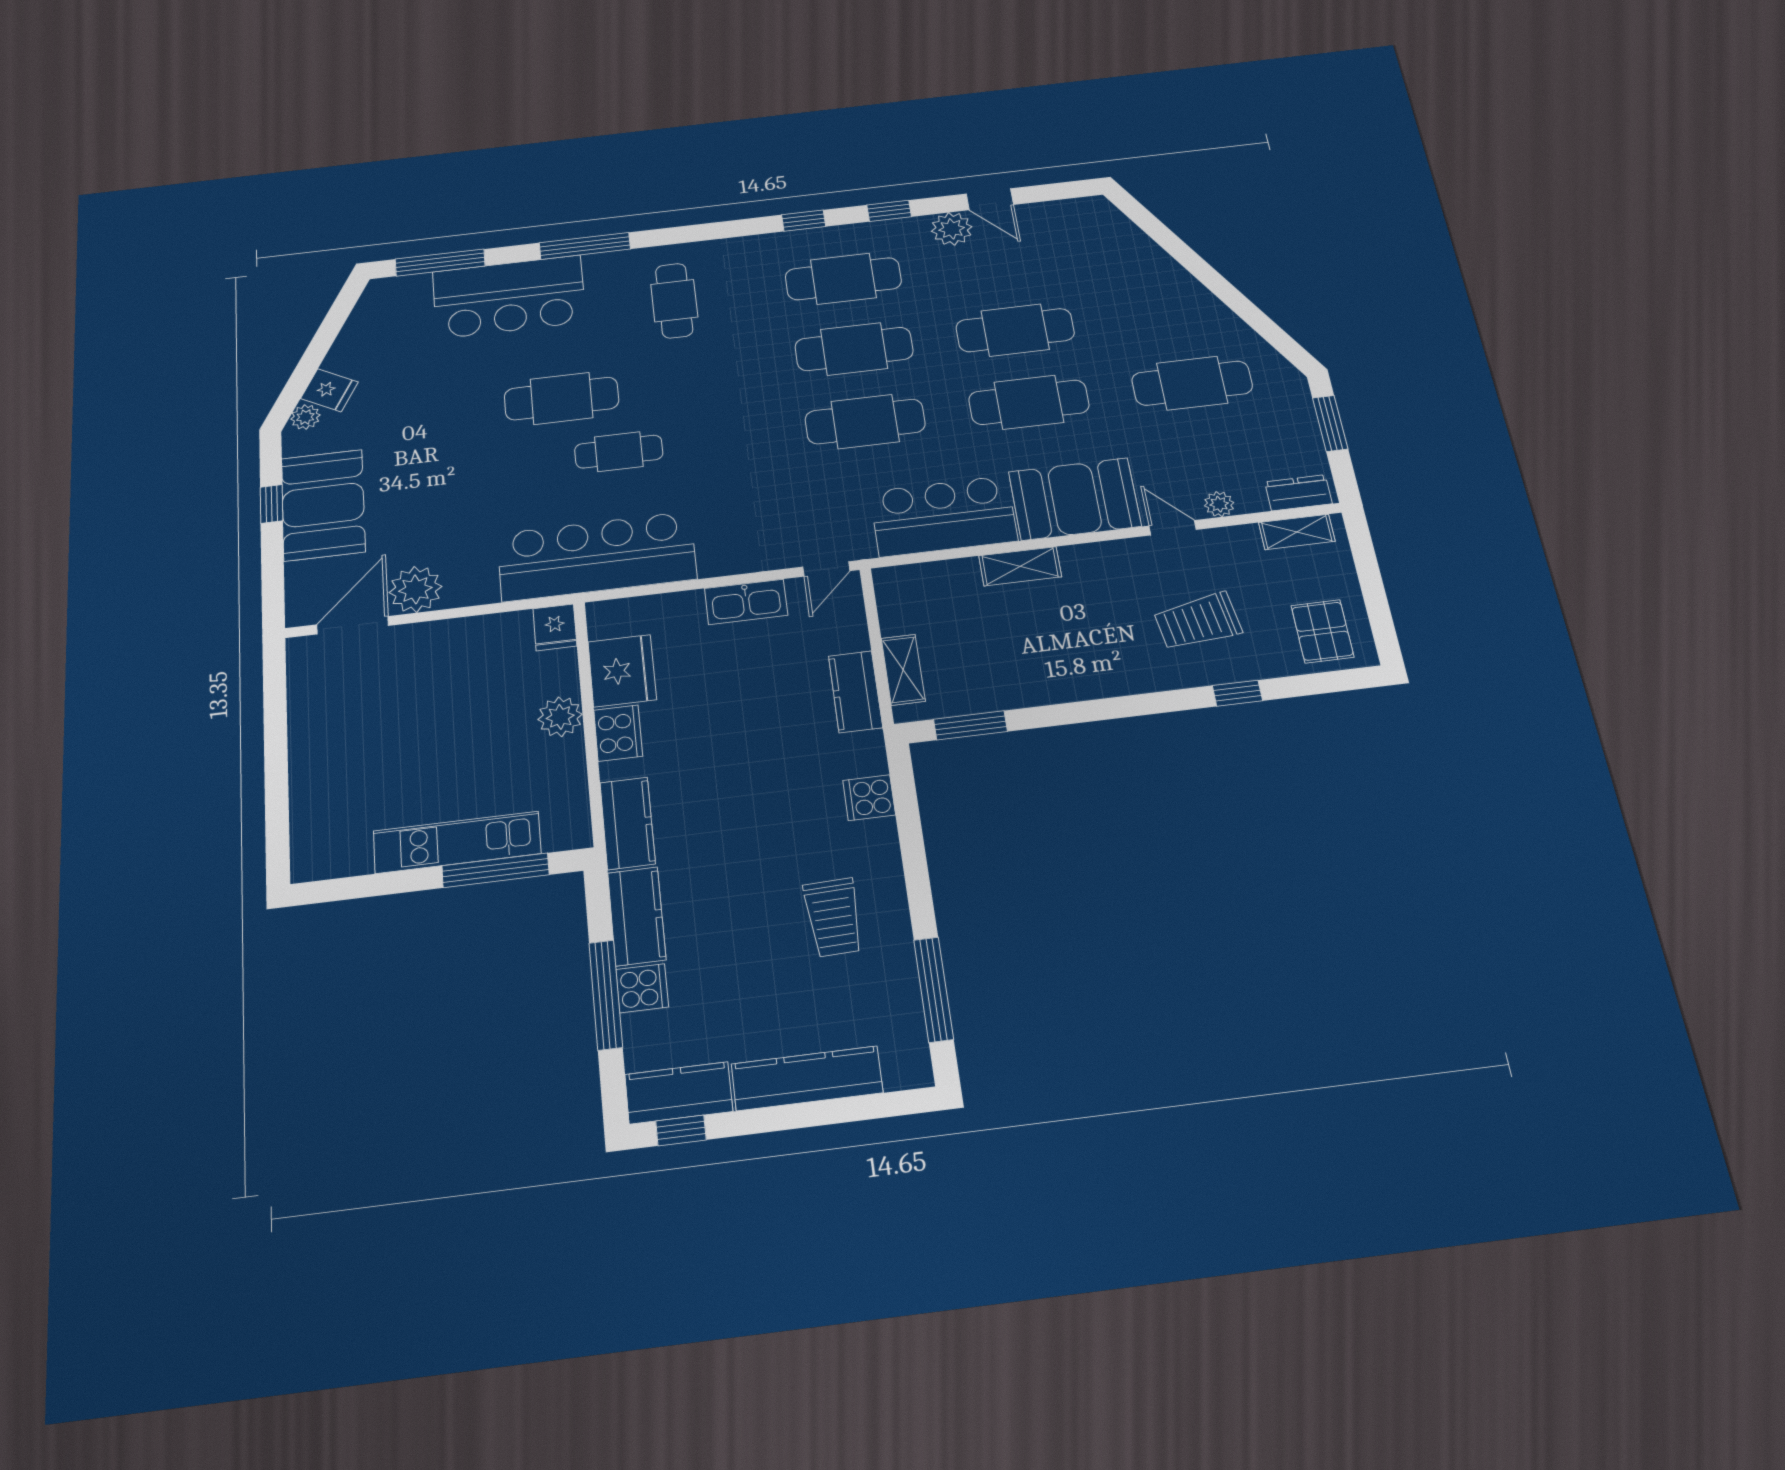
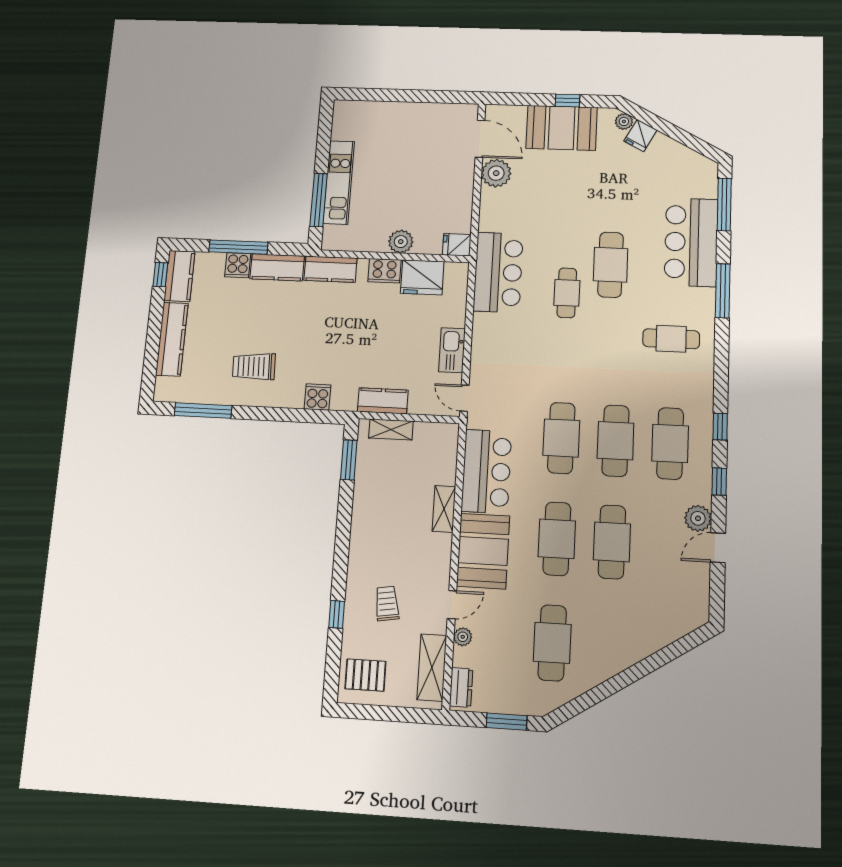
shelving: (1297, 532) -> (432, 667), width x1.50, depth x1.33
bar counter: (597, 556) -> (498, 272), width x0.73
trolley: (1198, 621) -> (387, 603), width x0.73, depth x0.72

